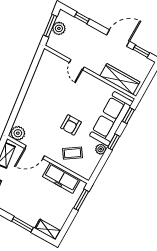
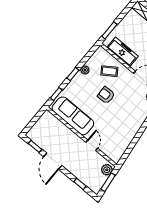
plant: (59, 28) -> (107, 170), moved
door: (118, 38) -> (53, 161), hinge flipped
wardrobe: (120, 79) -> (58, 126), removed
sofa: (111, 119) -> (73, 116), moved, turned -90
armchair: (71, 125) -> (106, 95), turned -92

